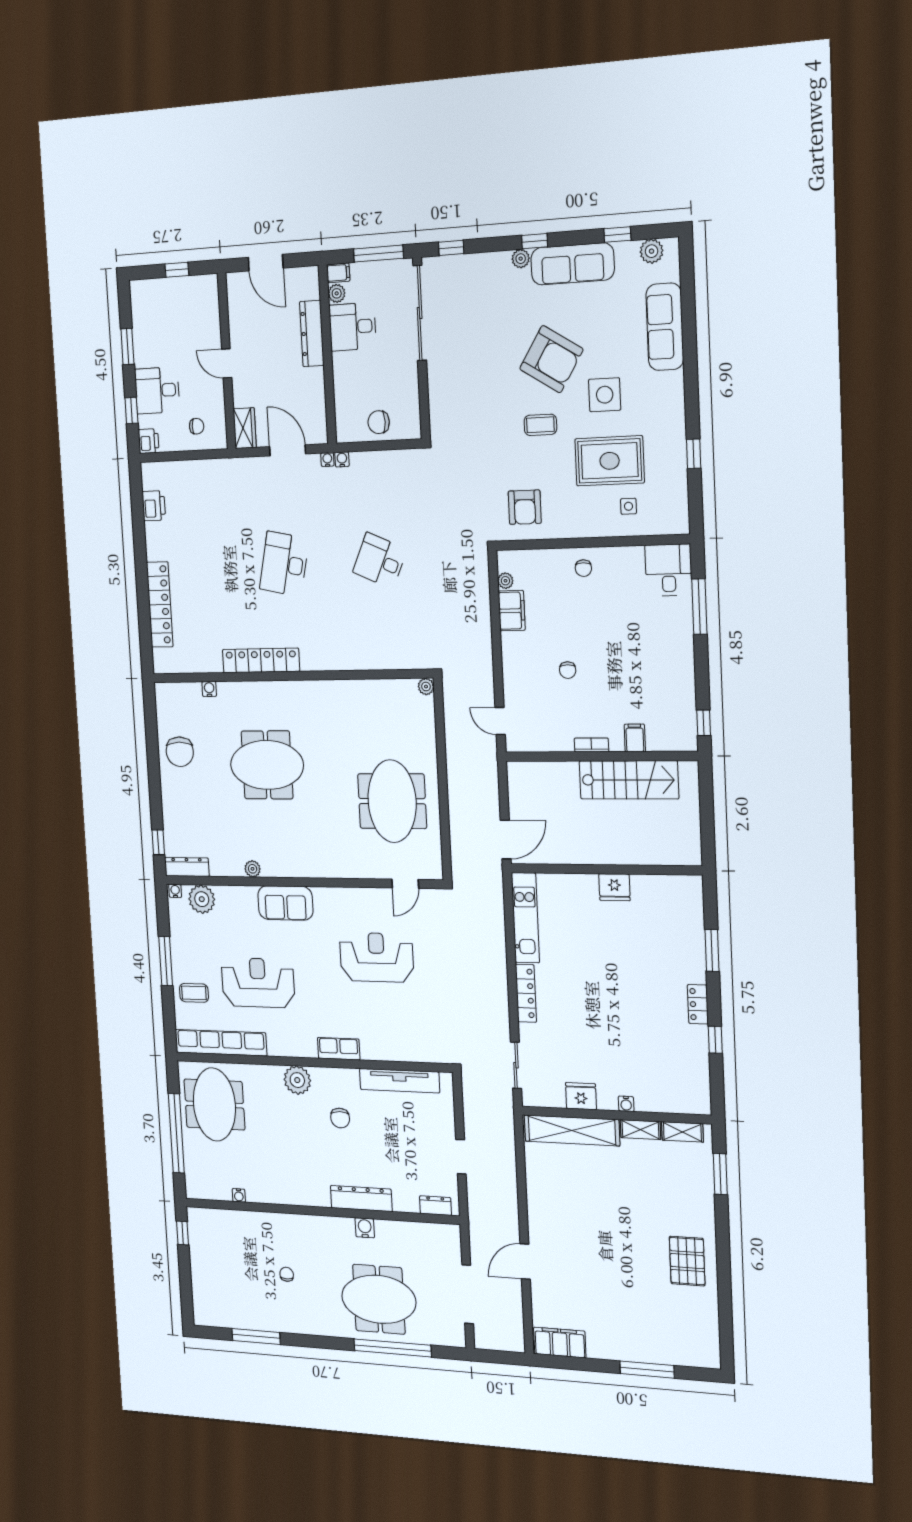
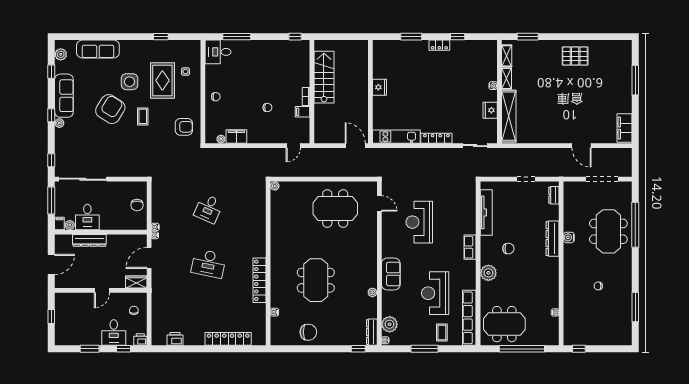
filing cabinet: (635, 738) -> (303, 112), moved

